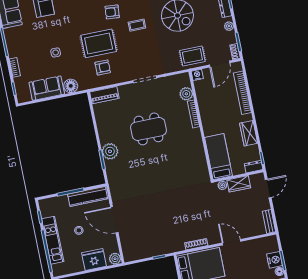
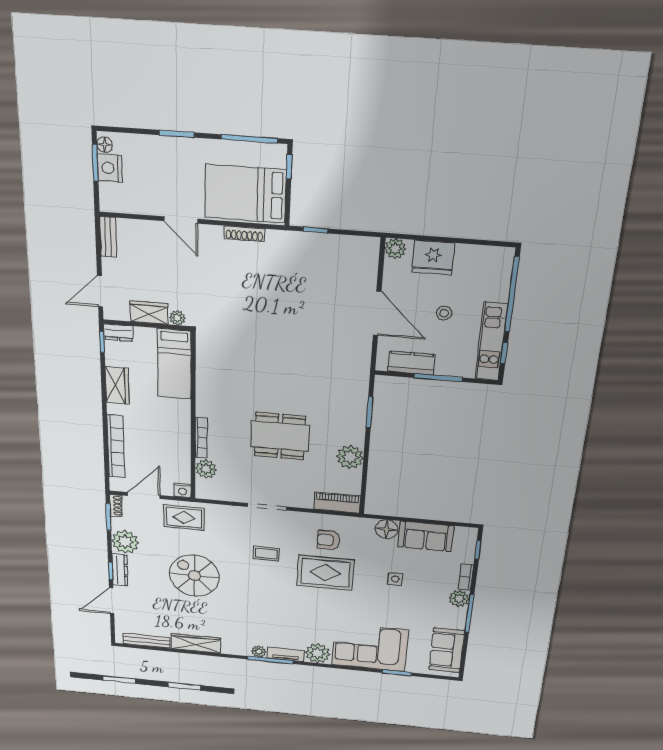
armchair: (112, 12) -> (292, 607), removed
coffee table: (137, 25) -> (266, 554), moved
plant: (229, 26) -> (125, 542), width x1.87, depth x1.87
plant: (14, 51) -> (459, 599), added
plant: (110, 151) -> (350, 457), moved
kitchen counter: (88, 196) -> (411, 363), width x0.67
kitchen unit: (53, 240) -> (491, 342), moved

